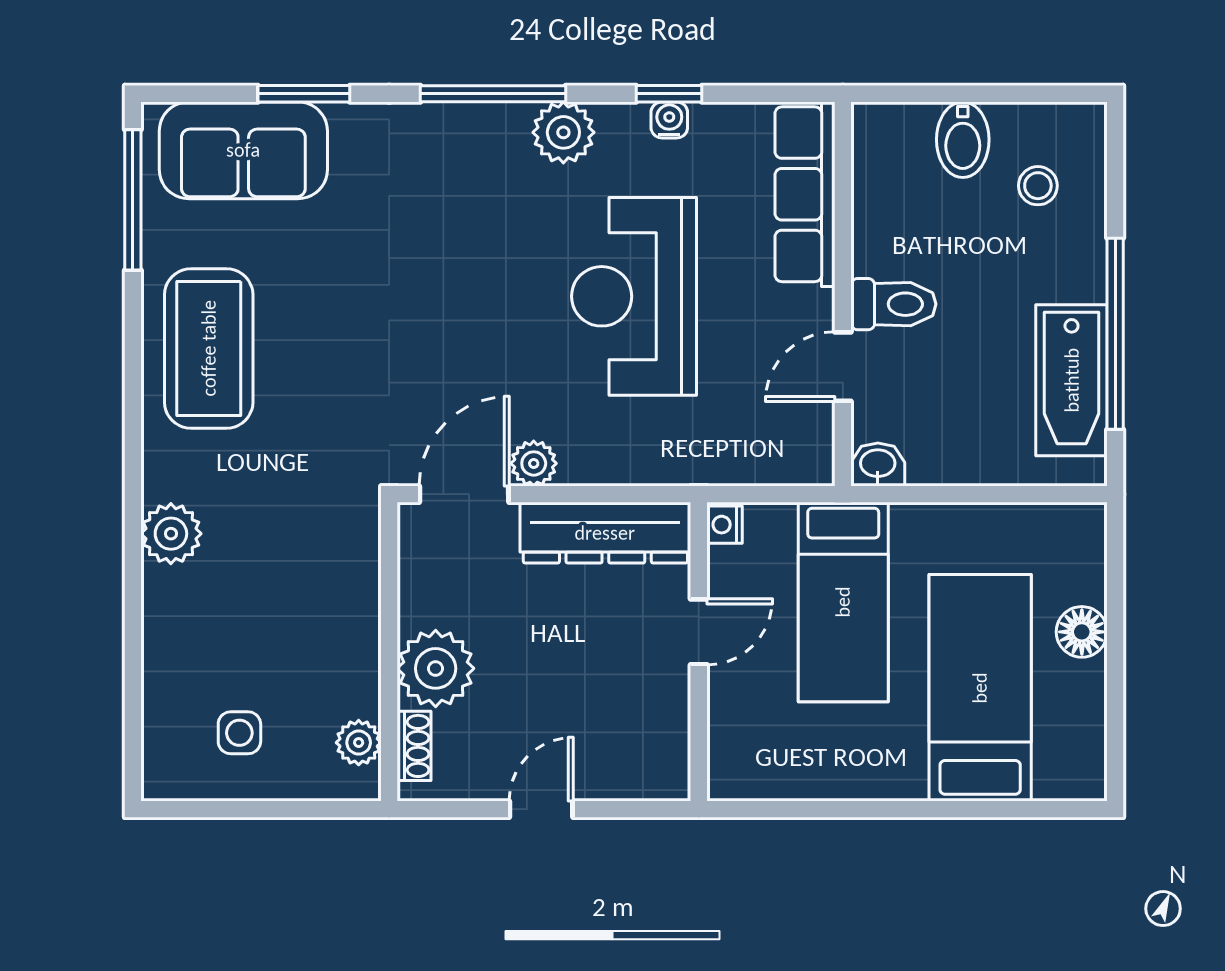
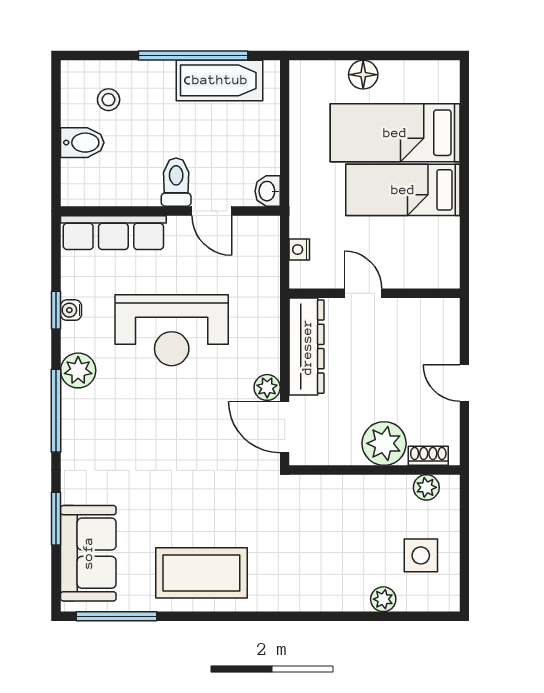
nightstand: (724, 525) -> (299, 250), moved, turned 90
plant: (171, 534) -> (383, 599), moved, width x0.73, depth x0.73
bed: (843, 602) -> (403, 190), moved, turned 180
side table: (239, 733) -> (421, 555), width x1.37, depth x1.37

